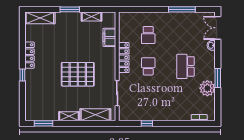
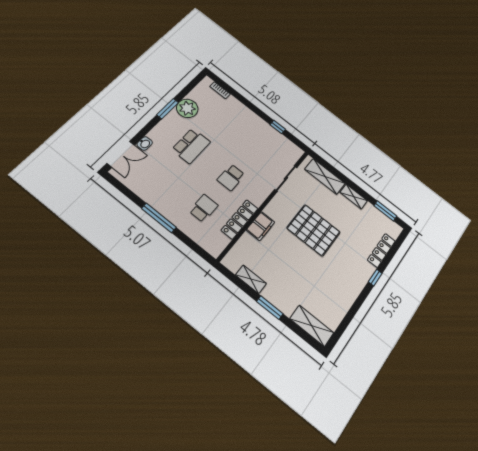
window: (182, 9) -> (159, 218), moved
filing cabinet: (109, 37) -> (260, 226), moved
locker: (30, 55) -> (381, 250), moved
locker: (124, 58) -> (240, 219), moved

